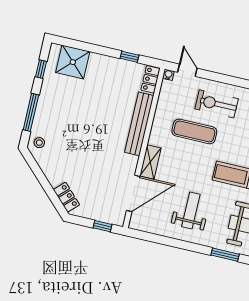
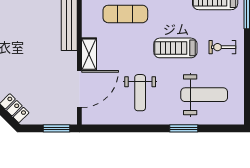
weight bench: (191, 211) -> (140, 93), turned 180
window: (103, 226) -> (57, 128), width x1.50

